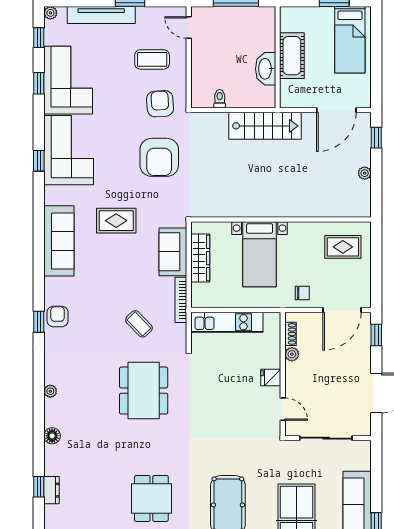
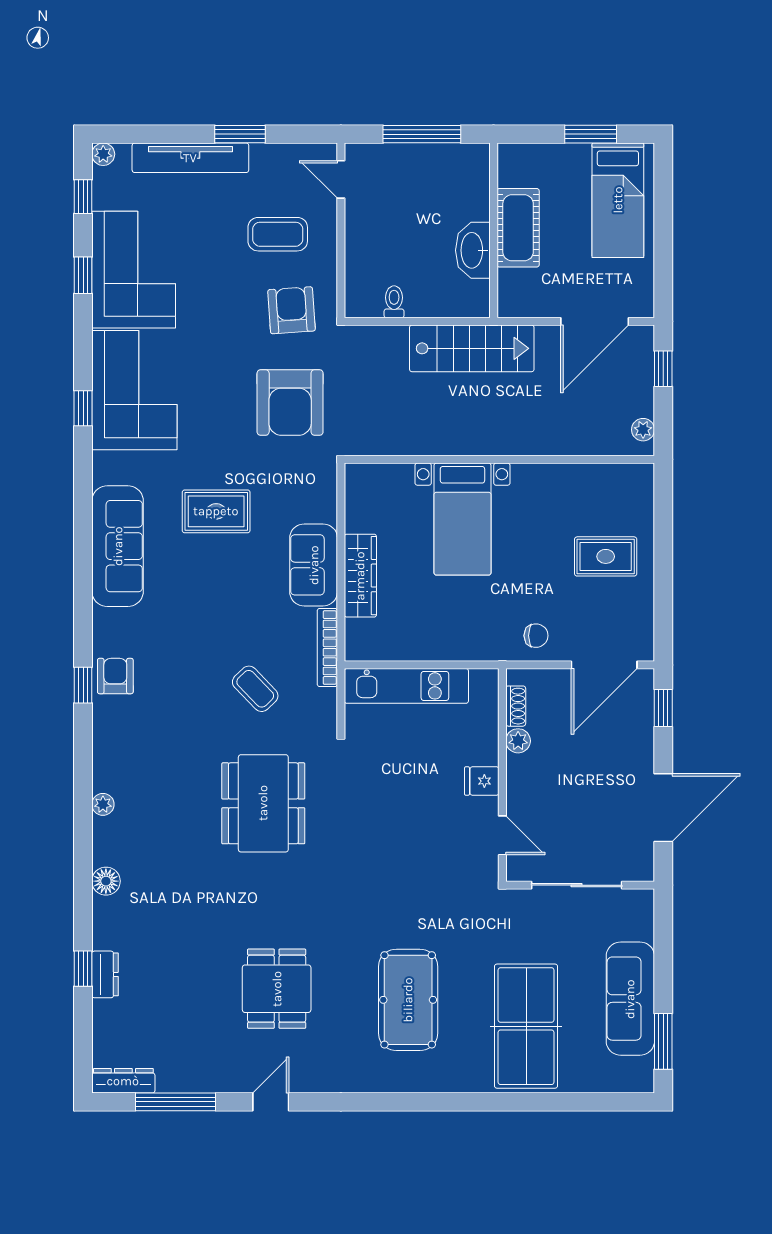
wall: (281, 219) -> (499, 459), moved
bed with nightstands: (260, 254) -> (462, 519), moved

